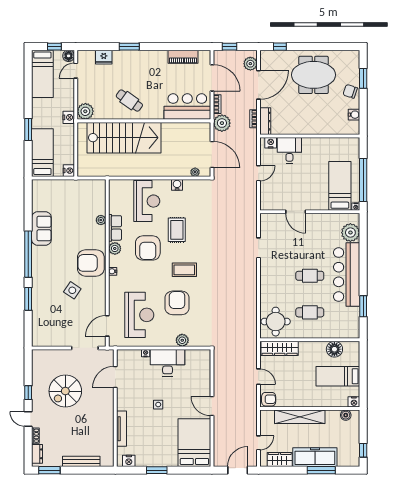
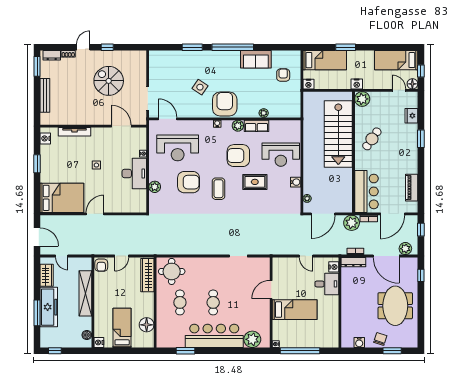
bed: (340, 186) -> (295, 310), moved
armchair: (59, 198) -> (283, 75), added

